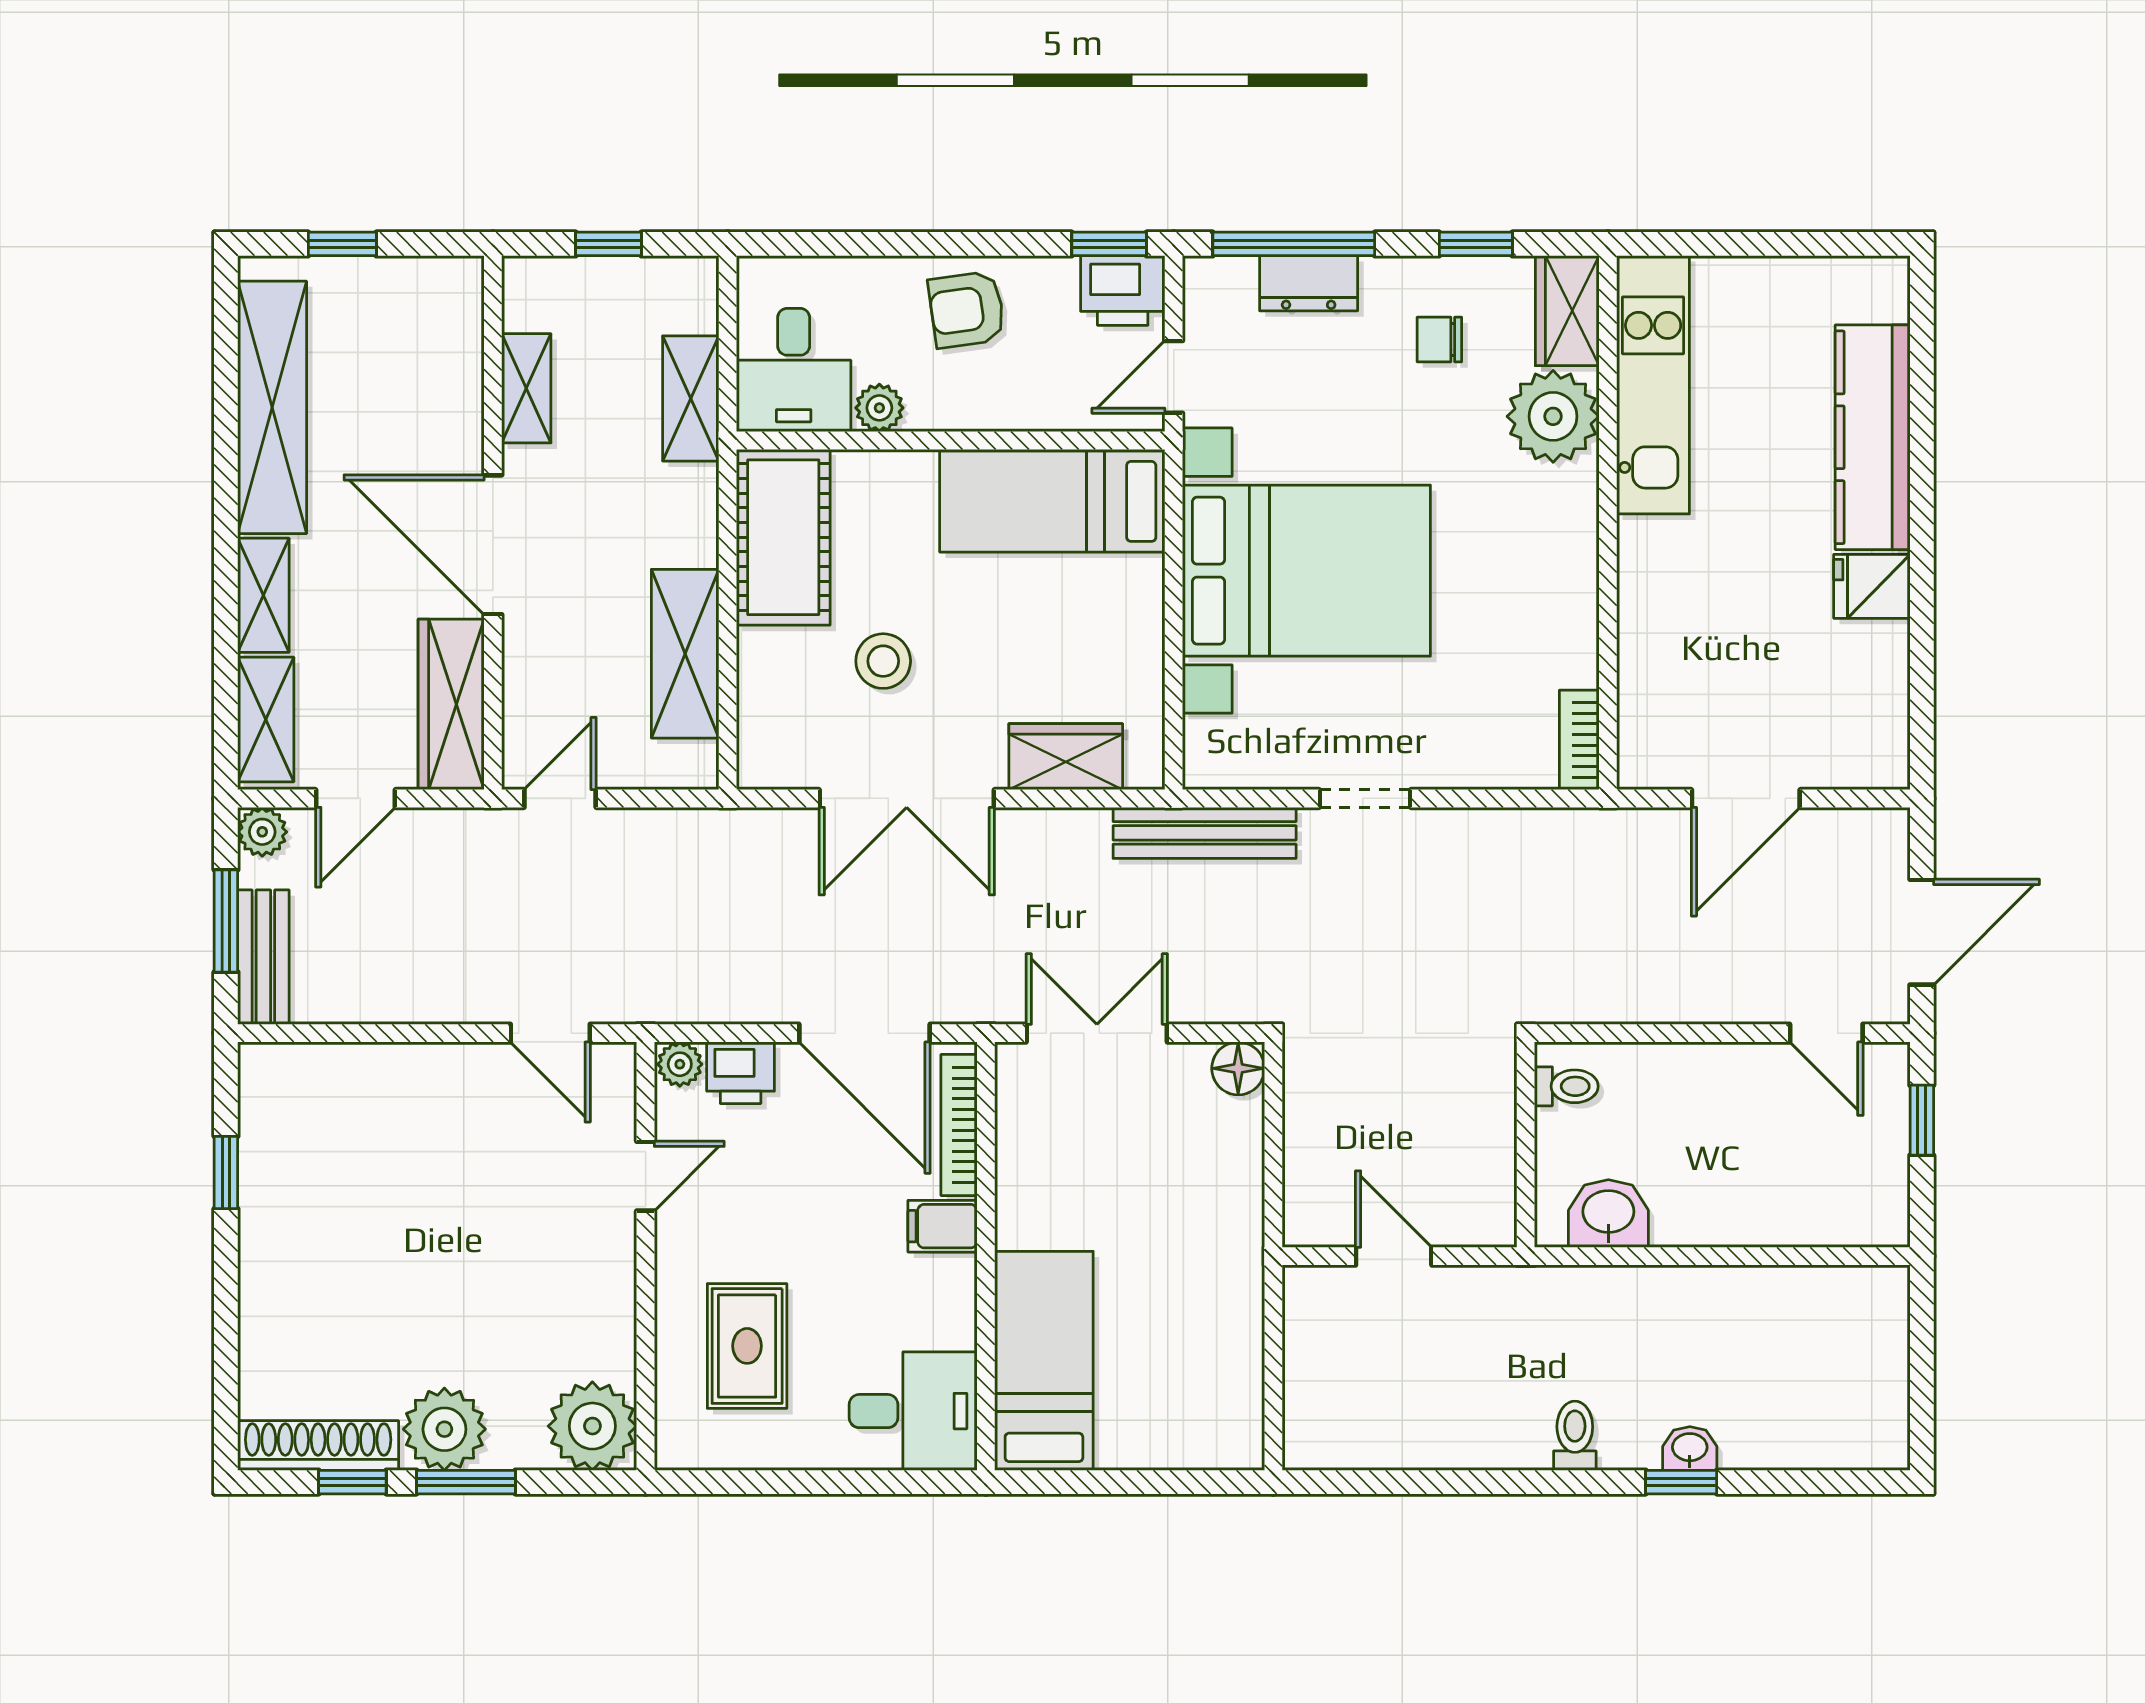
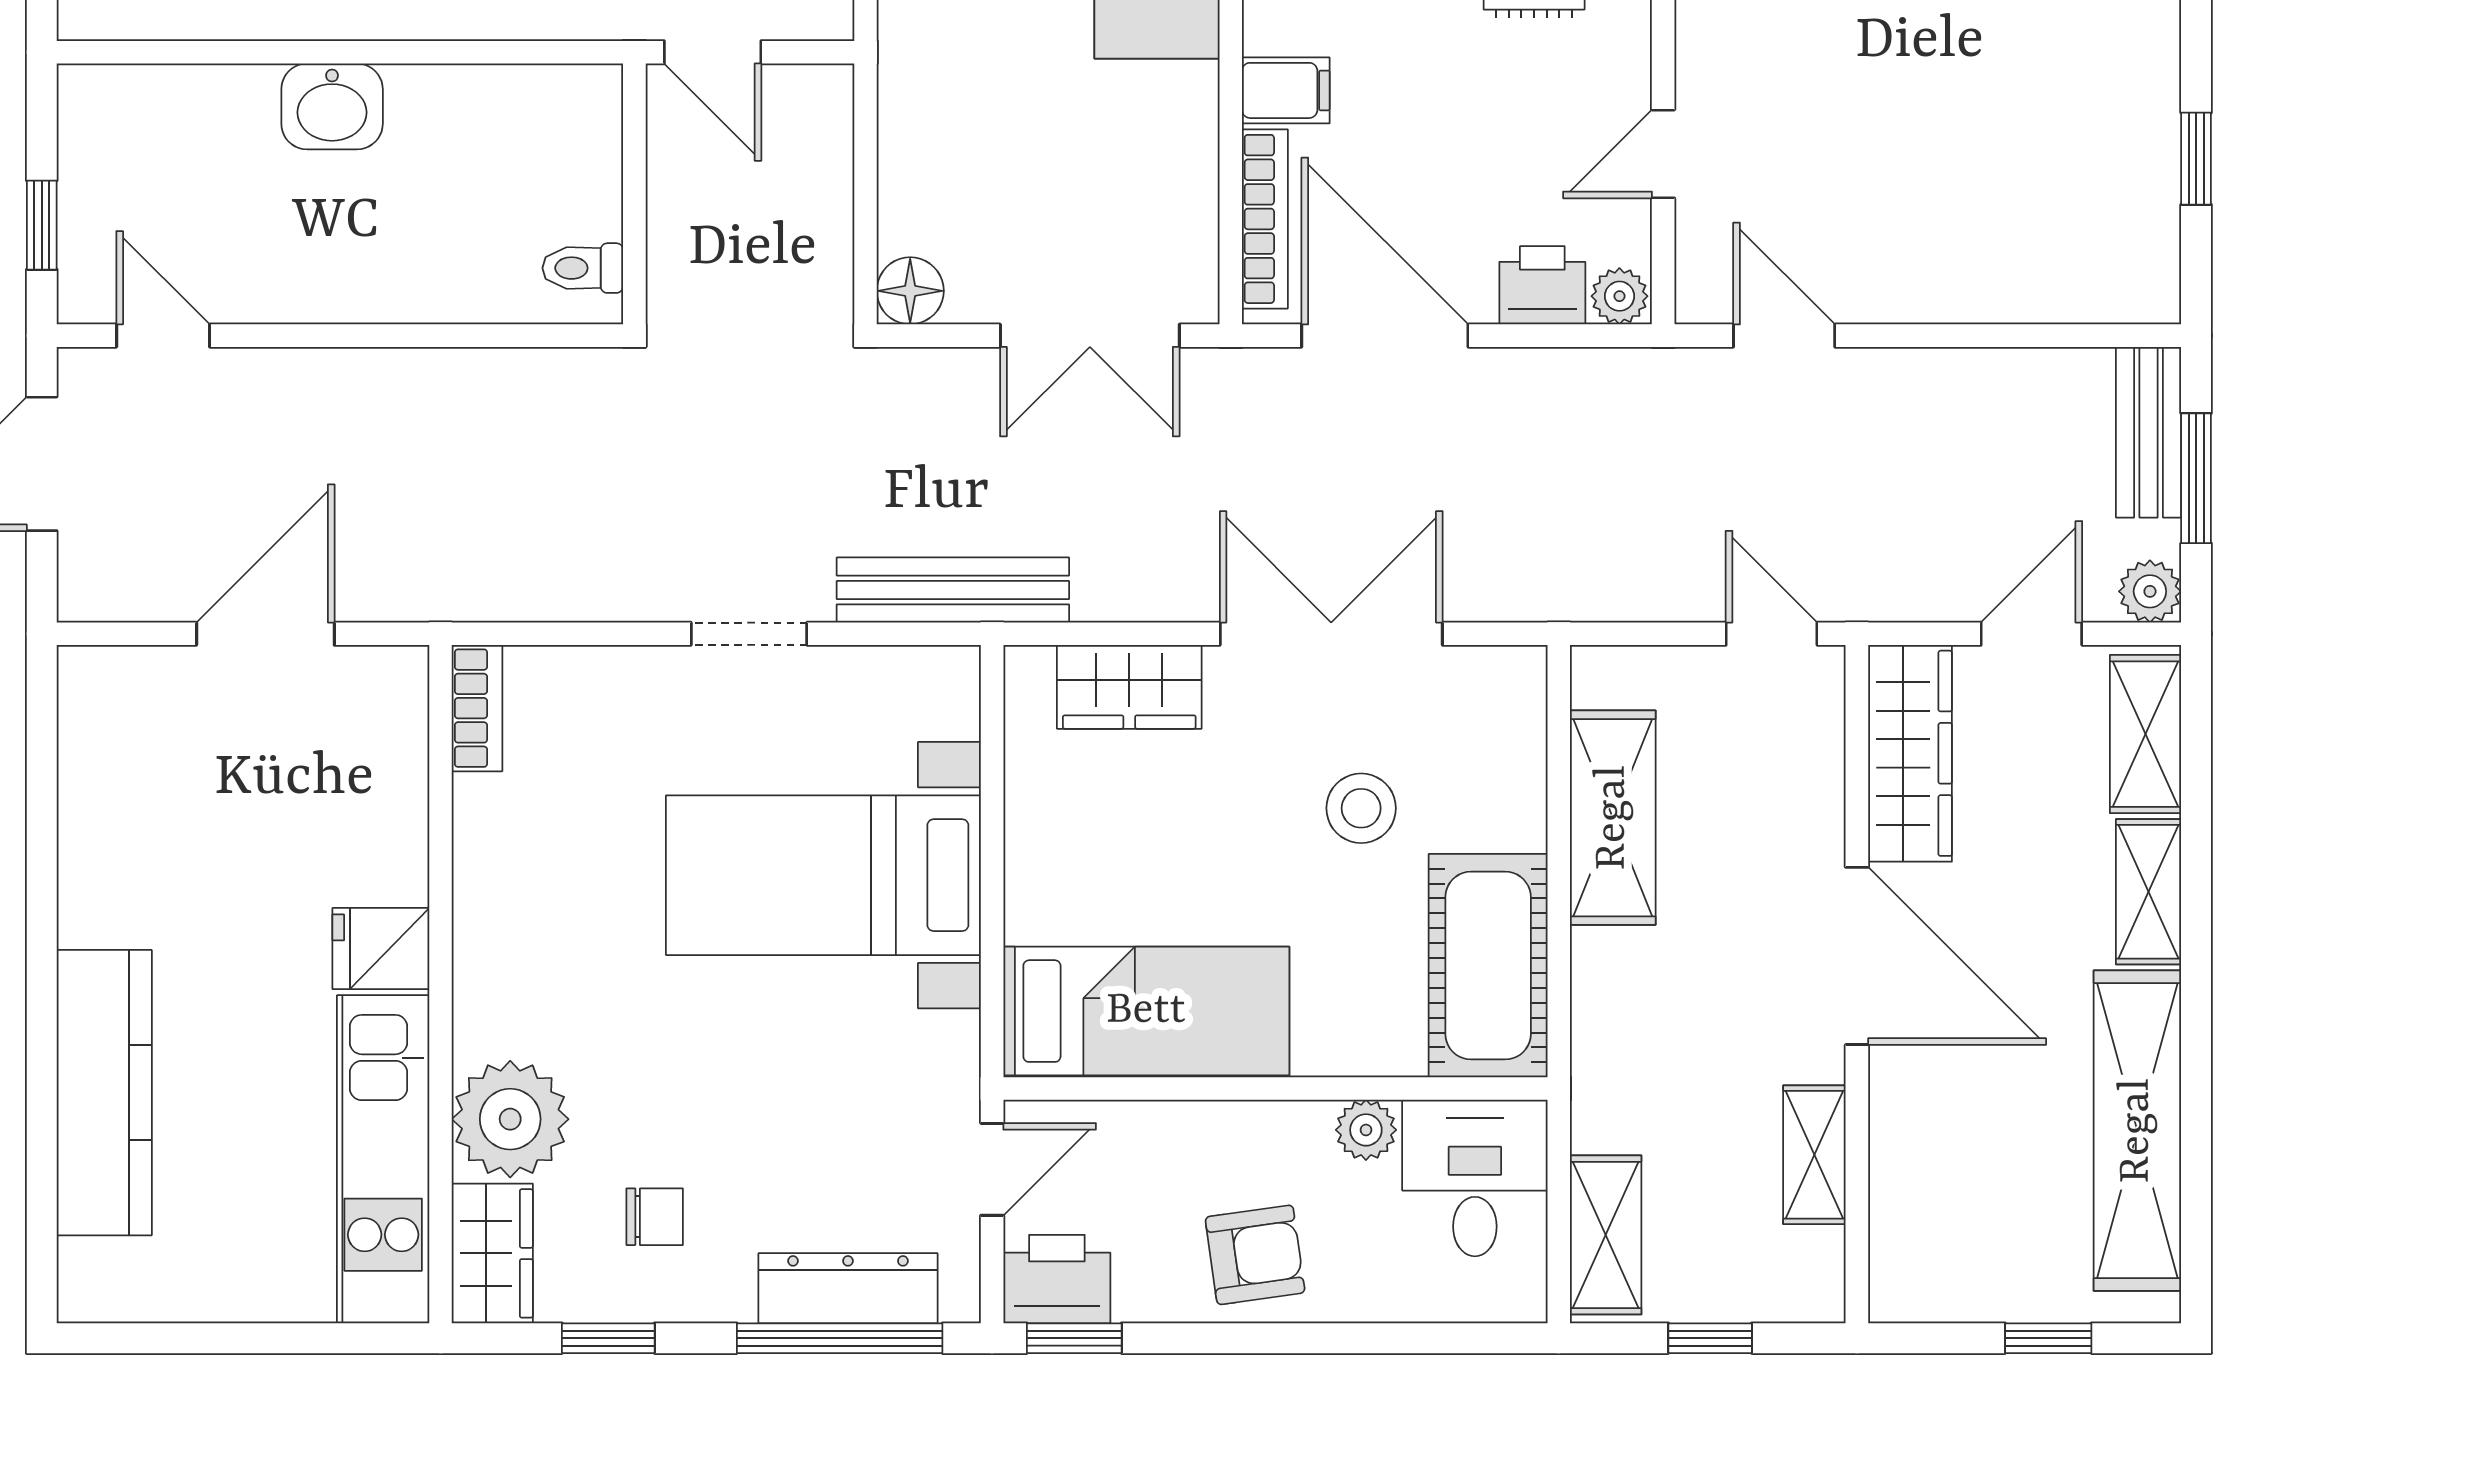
dresser: (1309, 283) -> (848, 1288), width x1.44
shelving: (691, 398) -> (1606, 1235), moved
bed with nightstands: (1306, 571) -> (823, 875), width x0.73
fridge: (1872, 586) -> (381, 949), moved, turned 180
door: (560, 798) -> (1772, 634), swing flipped
toilet: (1566, 1086) -> (583, 268), moved
wall: (1526, 1145) -> (634, 194), moved
washbasin: (1608, 1214) -> (332, 106), moved

